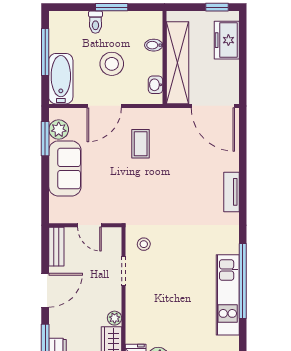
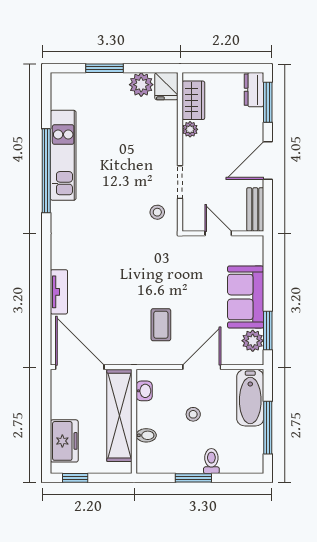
stool: (112, 64) -> (193, 414), width x0.53, depth x0.53
tv unit: (231, 192) -> (59, 292), moved

